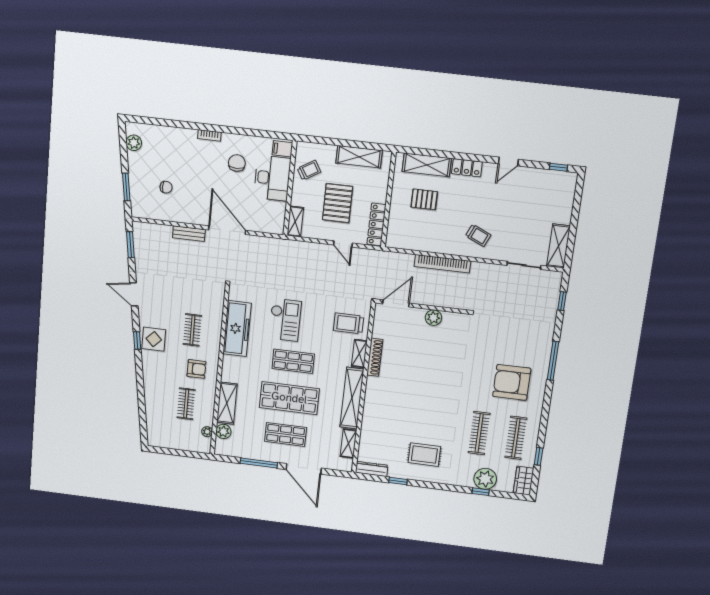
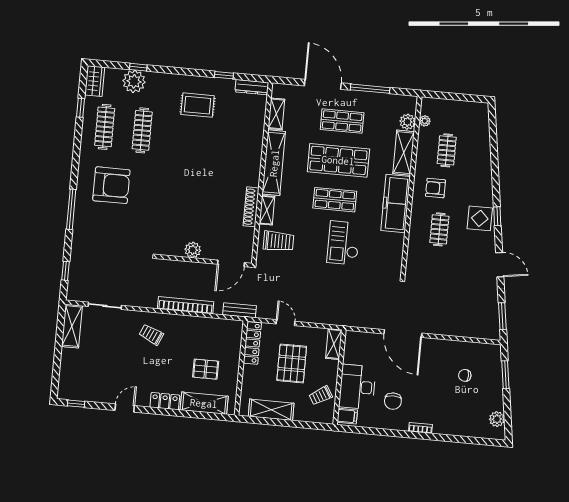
bench: (189, 234) -> (240, 310), moved
freezer: (237, 329) -> (396, 204), moved

